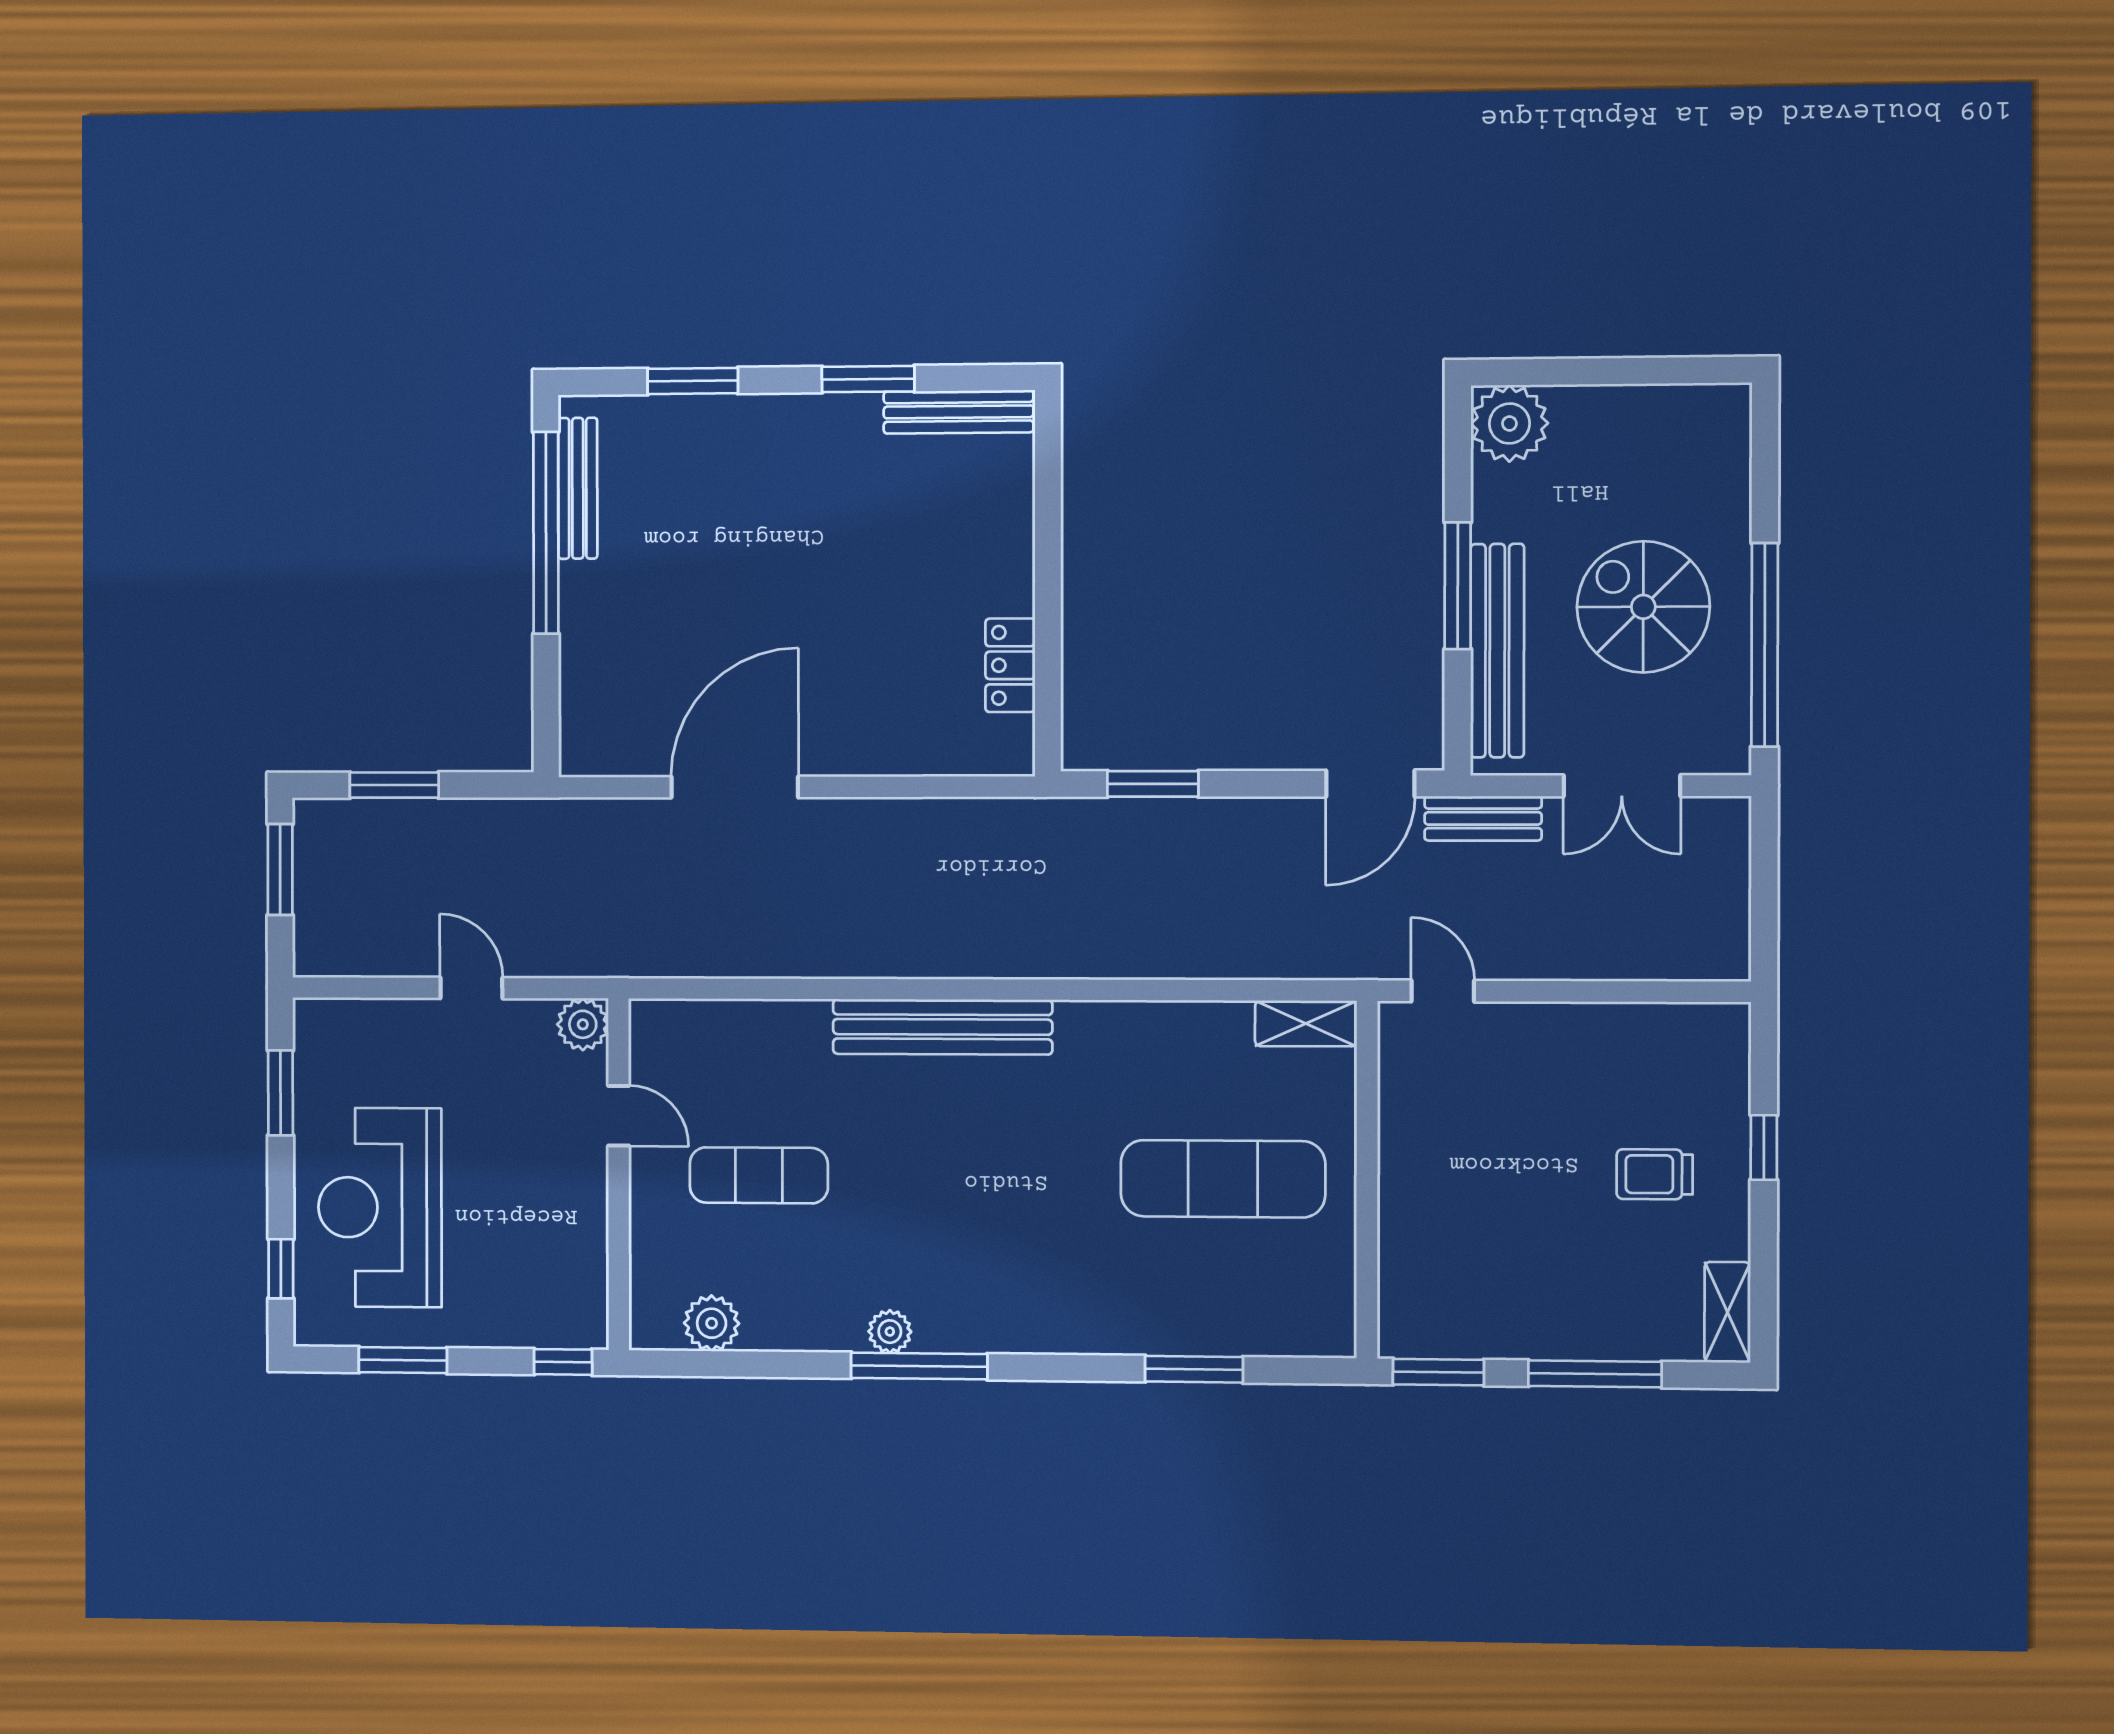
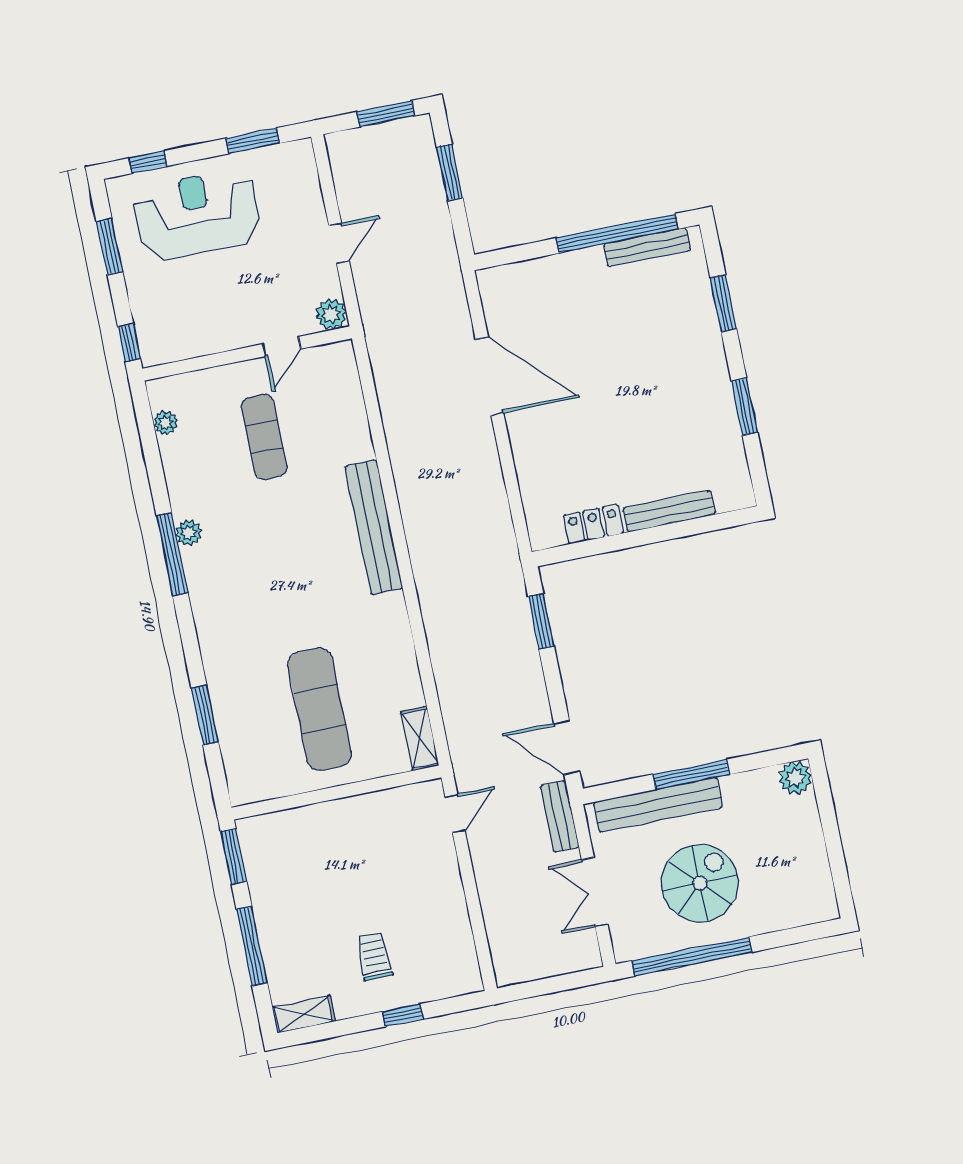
bench: (958, 412) -> (669, 511), moved, turned 90
plant: (1509, 423) -> (795, 778), width x0.73, depth x0.73
plant: (712, 1323) -> (166, 423), width x0.73, depth x0.73

